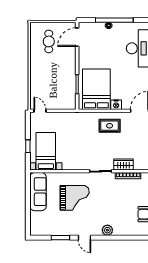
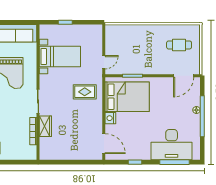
door: (77, 37) -> (184, 76), swing flipped
door: (40, 111) -> (104, 62), moved
rug: (110, 126) -> (85, 92), moved, turned 90
bed with nightstands: (46, 151) -> (60, 57), moved

